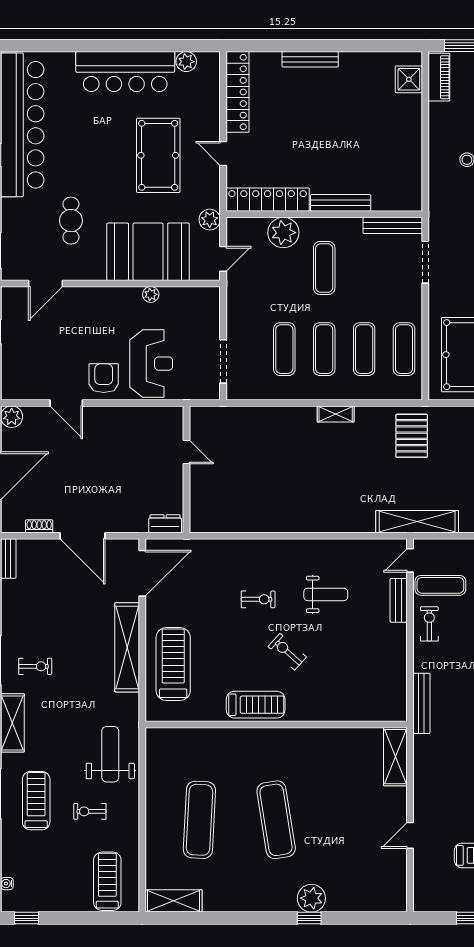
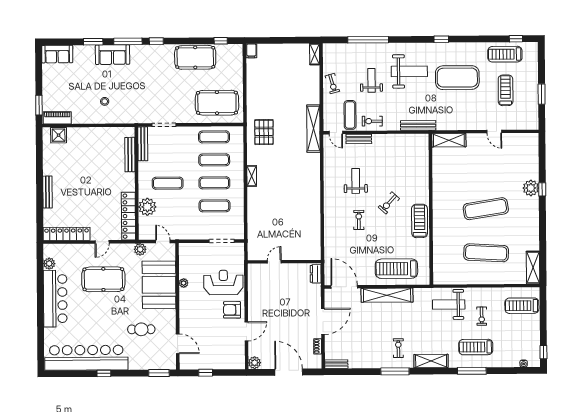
bench: (341, 203) -> (130, 155), moved
pallet: (412, 436) -> (264, 132), turned 90

